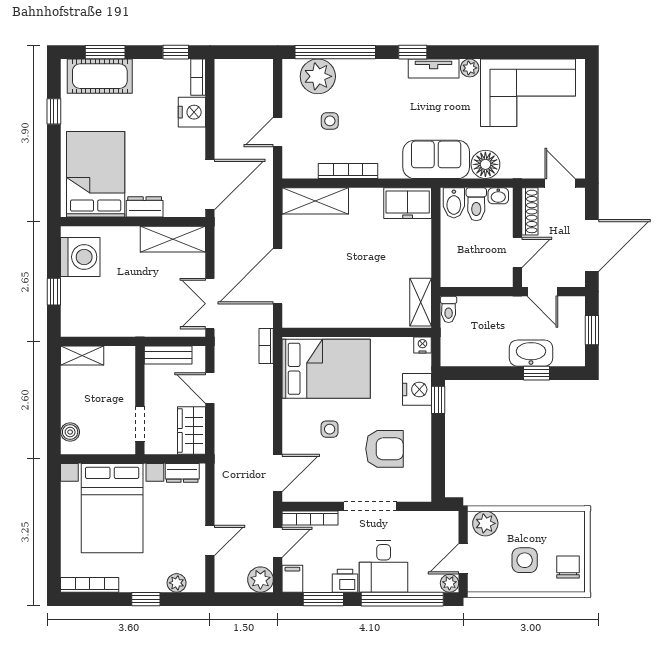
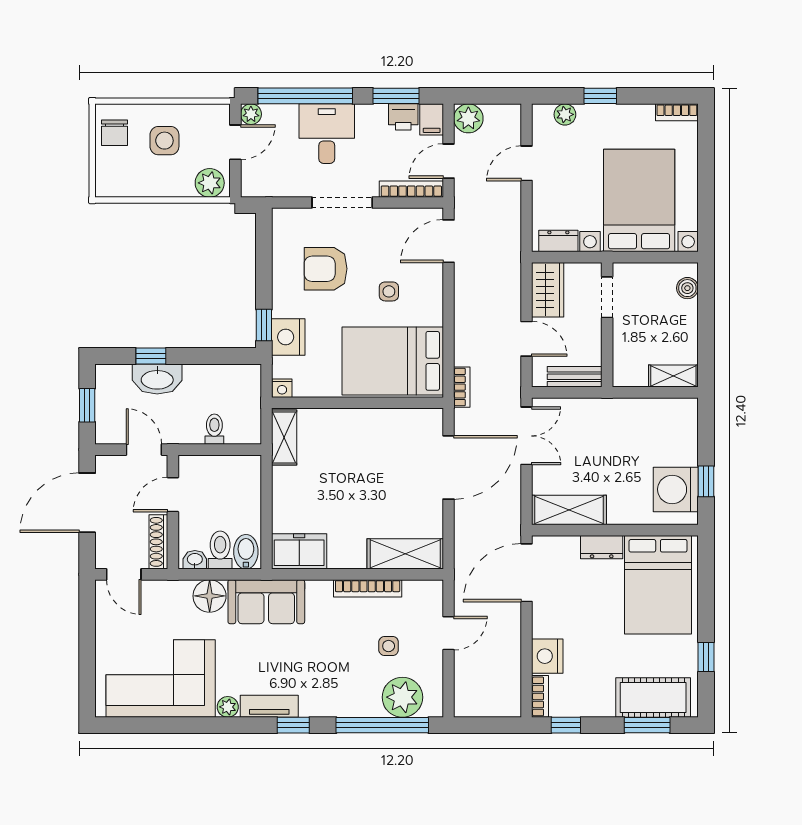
window: (54, 292) -> (706, 481), moved
toilet: (449, 309) -> (214, 429), moved
printer: (345, 581) -> (403, 117), moved
bookcase: (90, 585) -> (677, 112), width x0.64

